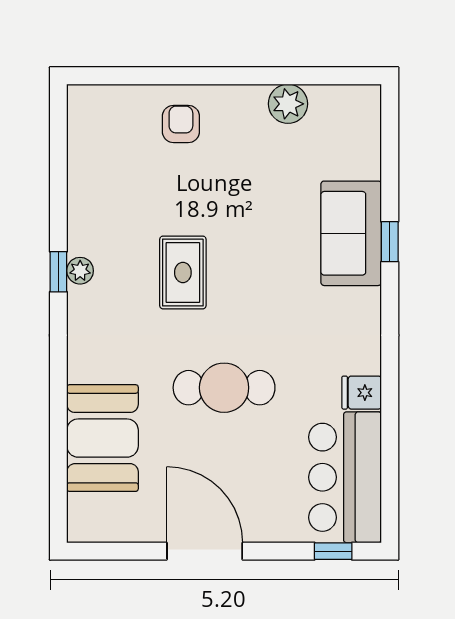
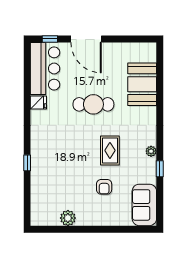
armchair: (181, 124) -> (104, 187), moved
sofa: (351, 233) -> (144, 205), moved, turned 180
window: (58, 272) -> (160, 169), moved
door: (205, 551) -> (86, 39), moved

